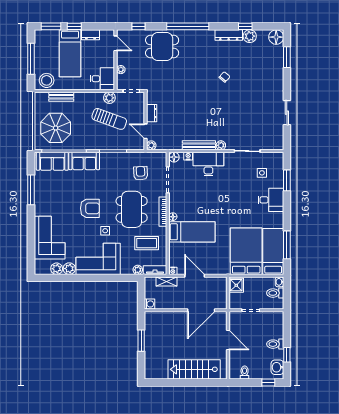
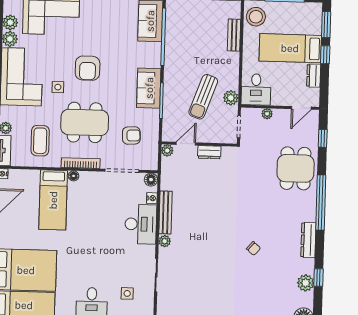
dresser: (229, 35) -> (308, 240), moved
parasol: (56, 128) -> (194, 27), removed
sofa: (84, 161) -> (149, 88), moved

